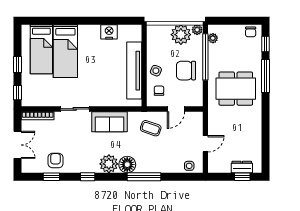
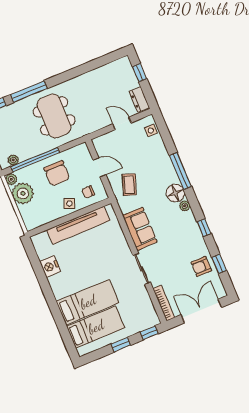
double door: (18, 145) -> (201, 311), width x1.37
plant: (109, 164) -> (185, 206), width x0.53, depth x0.53
dresser: (242, 167) -> (139, 100), moved

